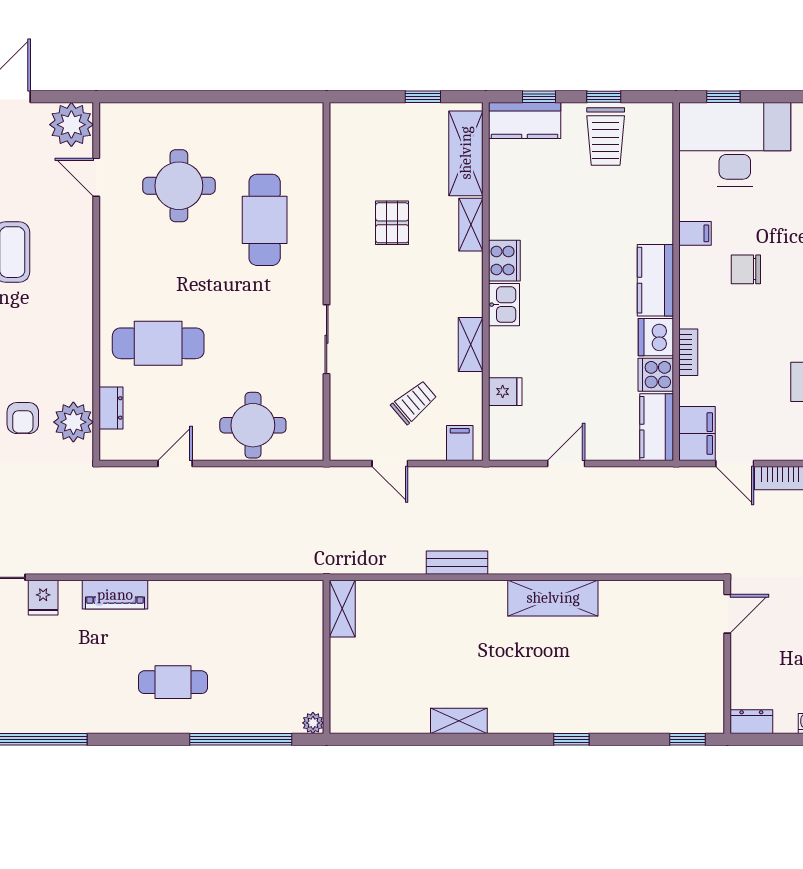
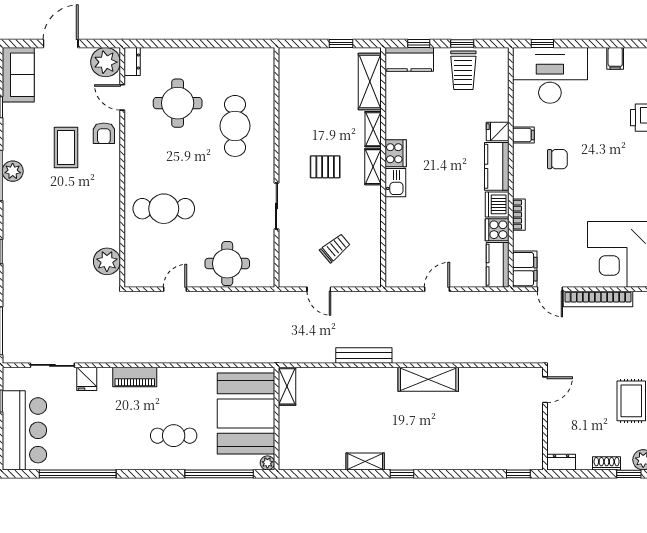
pallet: (392, 223) -> (325, 167), moved, turned 90
chair: (746, 269) -> (557, 159), turned 180
shelving: (471, 344) -> (373, 167), moved
fridge: (505, 392) -> (498, 131), moved, turned 180
dresser: (111, 408) -> (132, 62), moved
armchair: (23, 418) -> (104, 133), moved
filing cabinet: (460, 443) -> (366, 275), removed
bench: (457, 563) -> (364, 356), width x1.36
booth: (281, 649) -> (246, 413), added
window: (571, 739) -> (402, 474), moved

